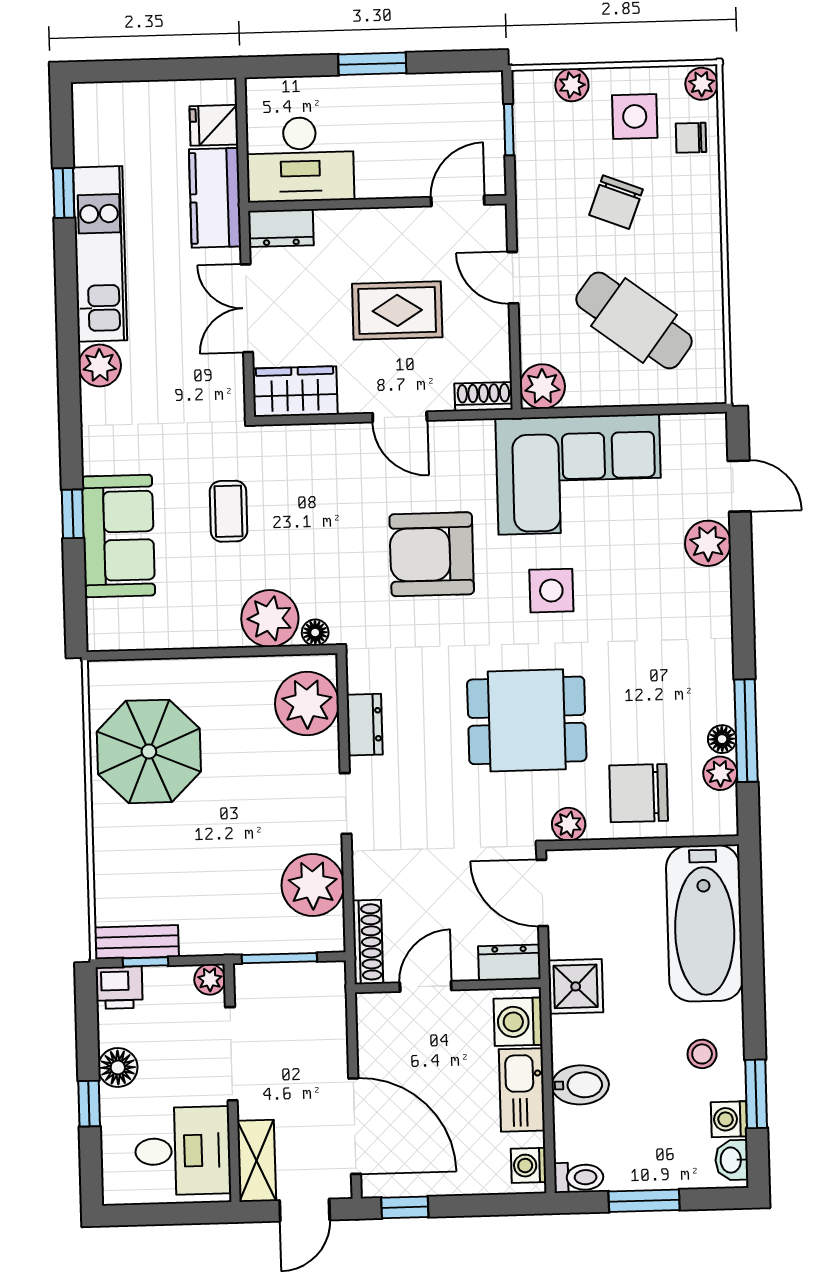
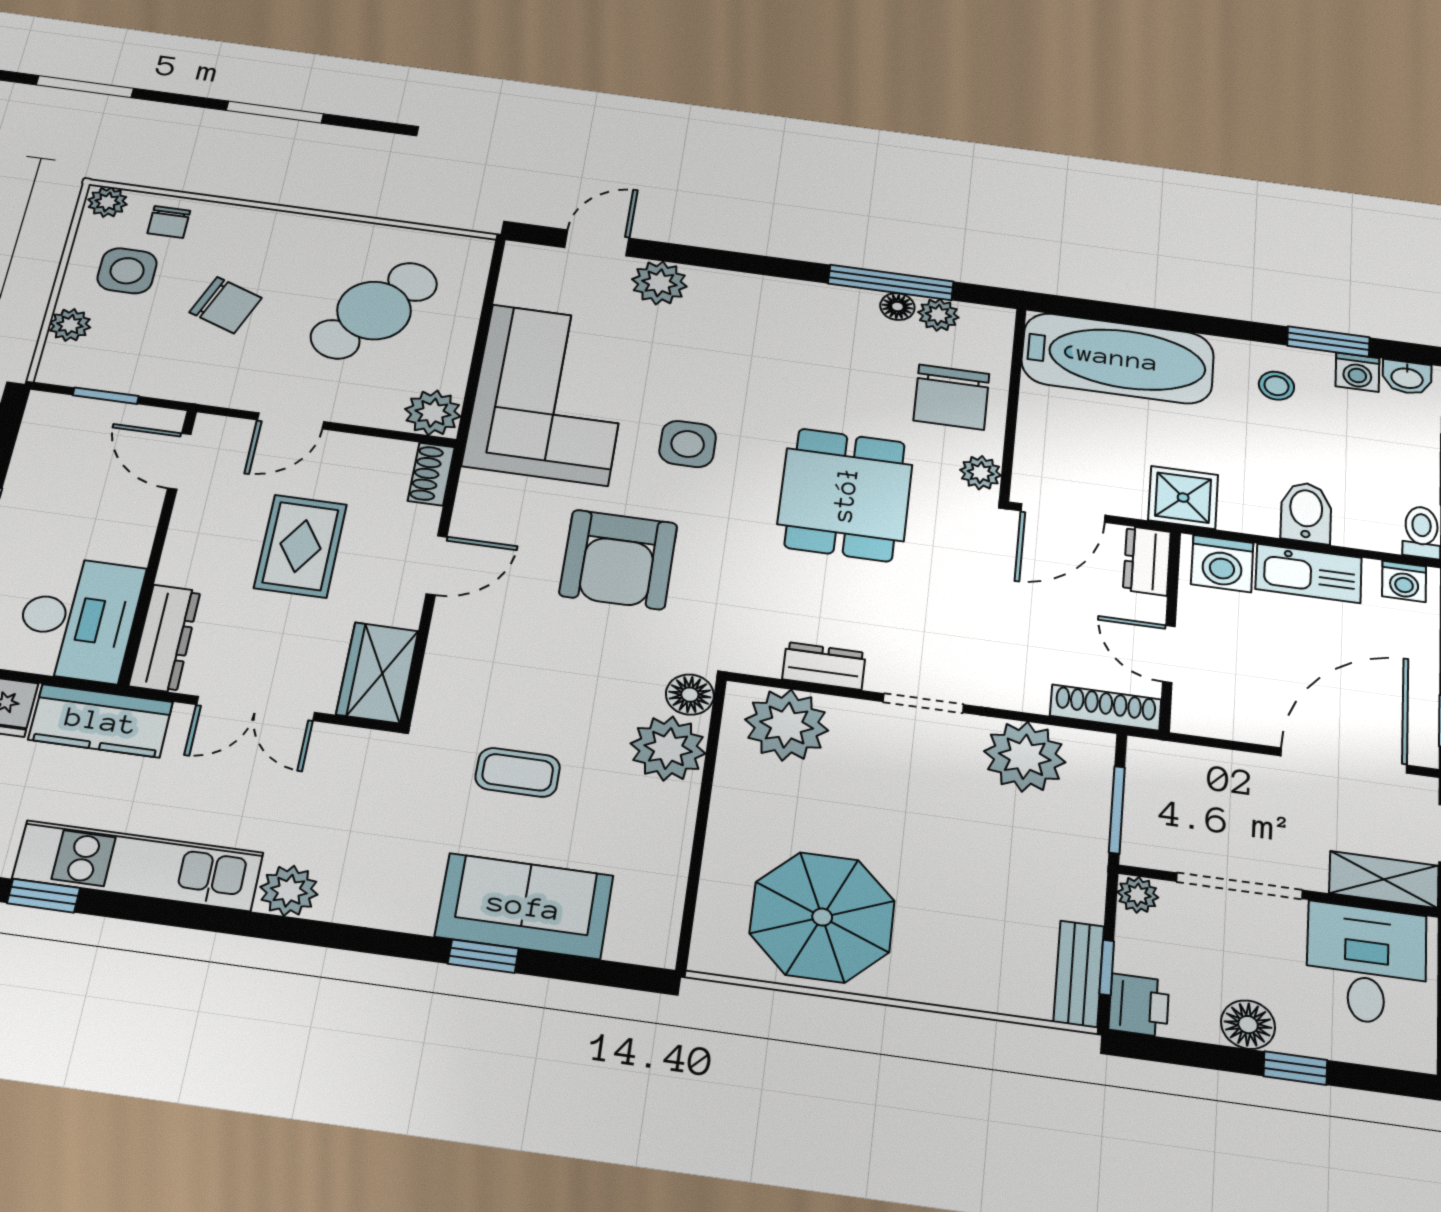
dresser: (281, 228) -> (165, 638), width x1.44
floor lamp: (315, 632) -> (690, 695), width x1.37, depth x1.37

